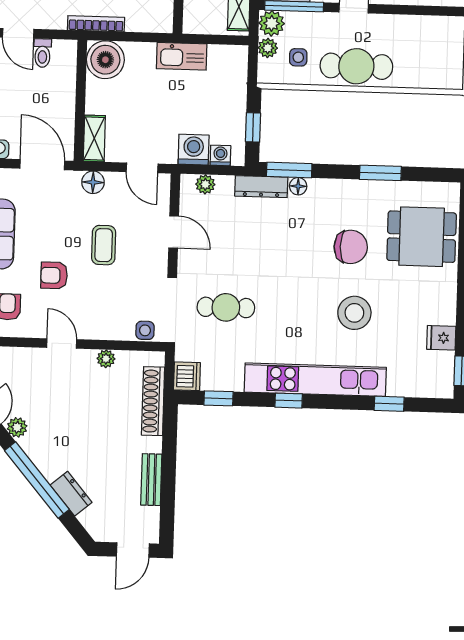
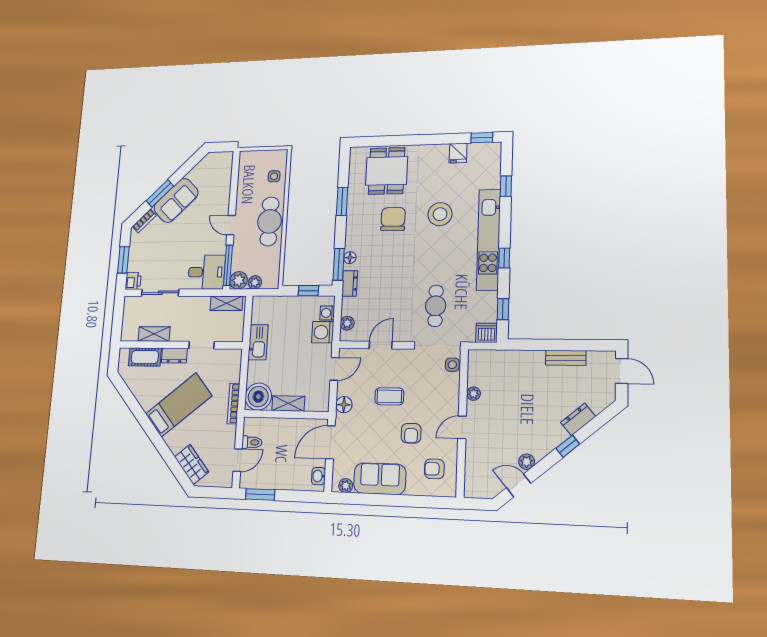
side table: (298, 57) -> (274, 176), moved
shelving: (94, 138) -> (288, 403), moved
dresser: (261, 187) -> (350, 283), width x0.70
shoe rack: (153, 401) -> (505, 358), removed
window: (37, 480) -> (568, 446), width x0.32

